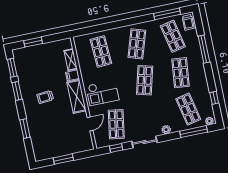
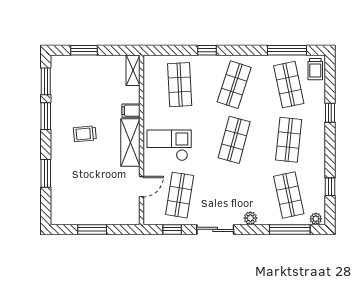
window: (114, 25) -> (207, 50), added
window: (204, 49) -> (330, 113), width x0.46
shelving: (71, 60) -> (133, 70), moved
checkout: (102, 93) -> (169, 145), turned 180

